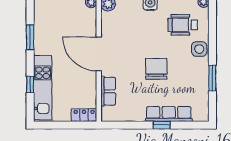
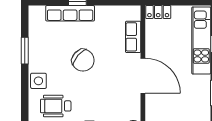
wheelchair: (183, 25) -> (56, 106), turned 180
chair: (156, 69) -> (83, 60), turned -49

